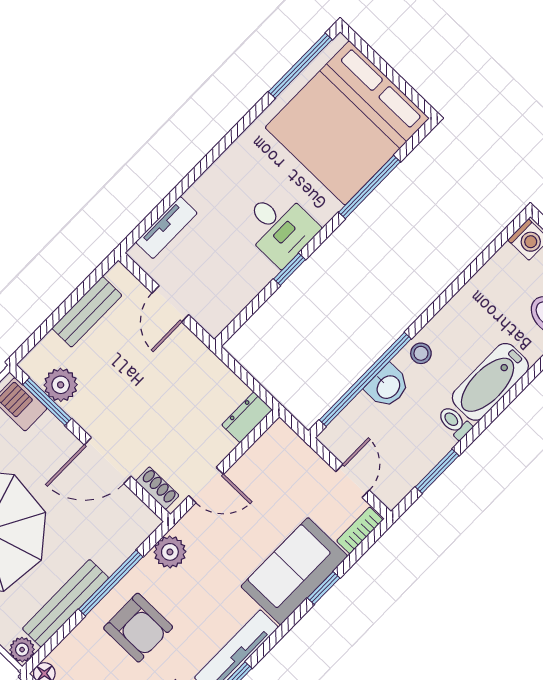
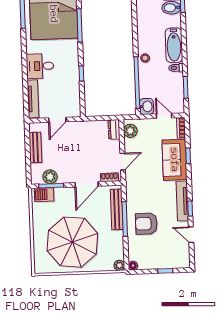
desk: (279, 227) -> (40, 66), moved, turned 180
tv unit: (166, 228) -> (33, 99), width x1.41
door: (170, 304) -> (57, 120), hinge flipped
washbasin: (388, 386) -> (147, 106), moved
plant: (170, 552) -> (130, 131), moved
bench: (66, 603) -> (117, 209), moved
armchair: (138, 628) -> (146, 224), turned 180

